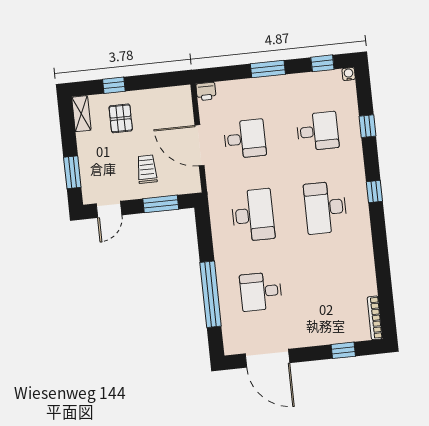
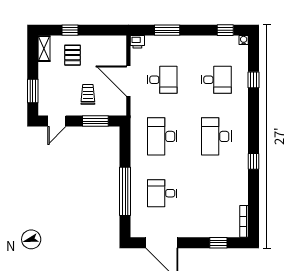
window: (268, 69) -> (167, 30), moved
window: (374, 191) -> (253, 161), moved
desk: (253, 215) -> (162, 136), turned 180

